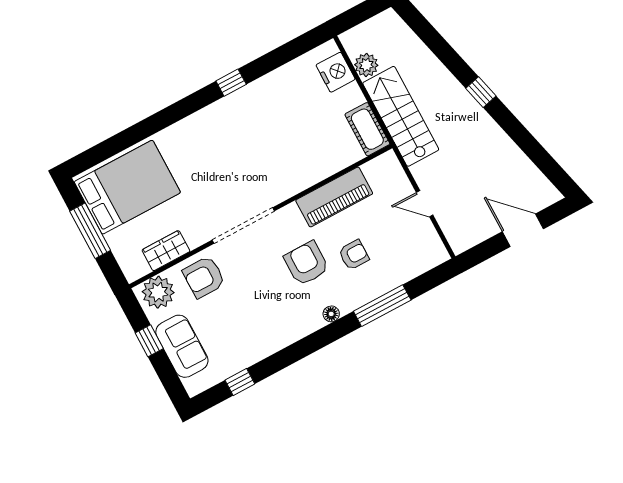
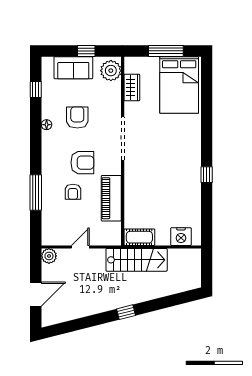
plant: (366, 65) -> (49, 256), moved
armchair: (204, 277) -> (77, 117), moved
floor lamp: (331, 314) -> (47, 125), moved

